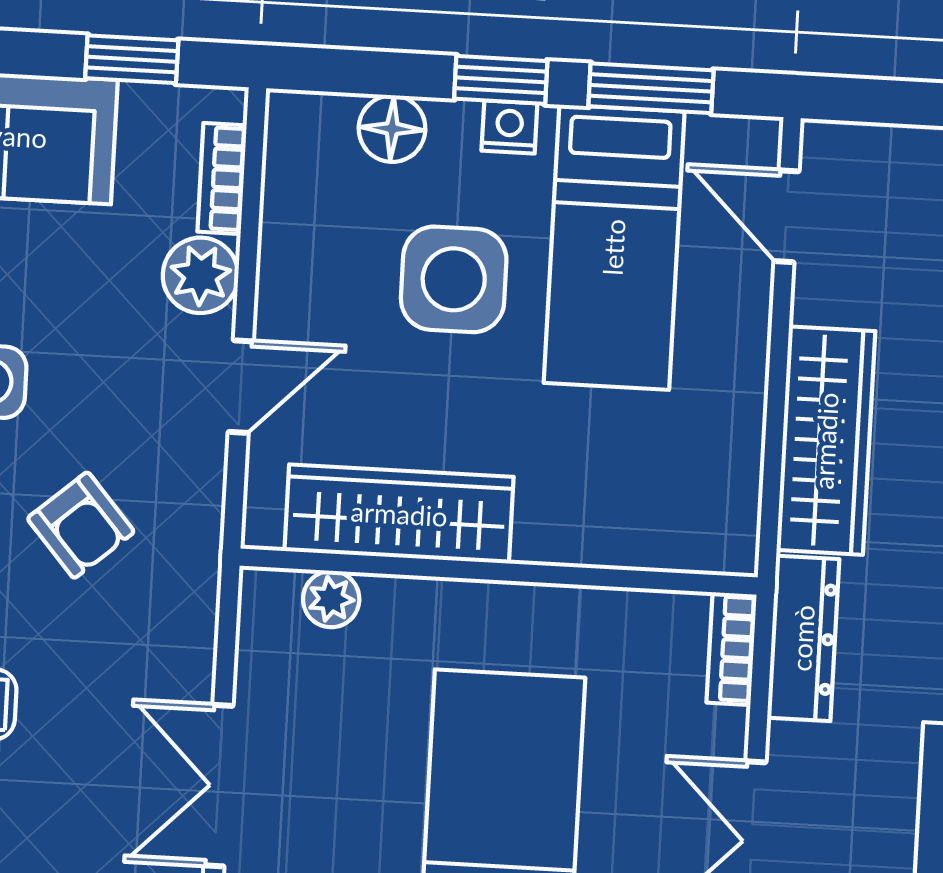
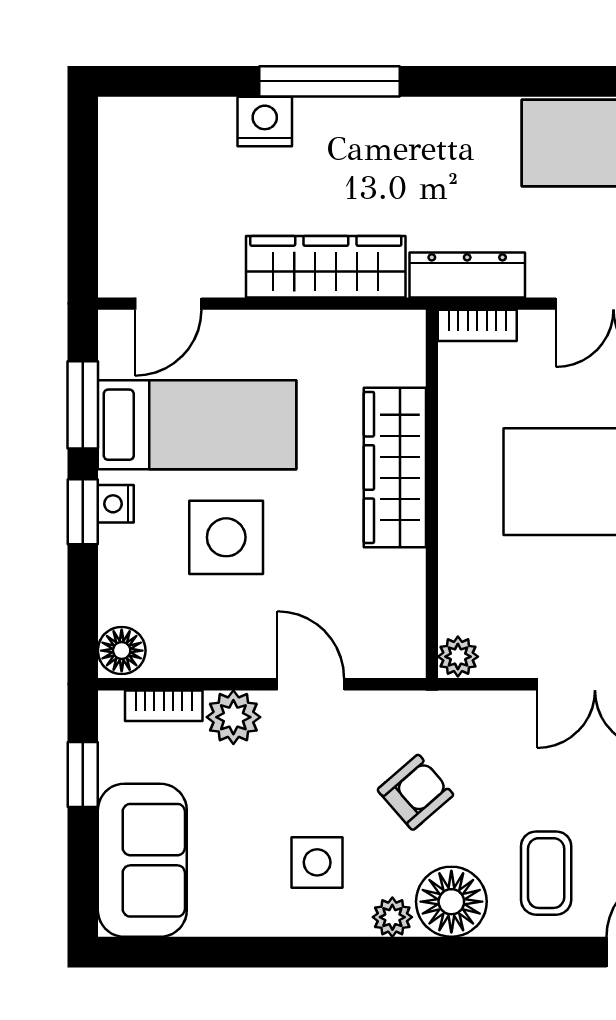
floor lamp: (392, 129) -> (122, 651), moved
wardrobe: (399, 514) -> (395, 467), moved
plant: (331, 599) -> (458, 657), moved

